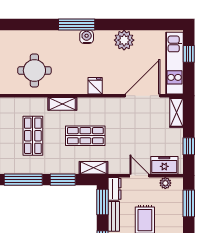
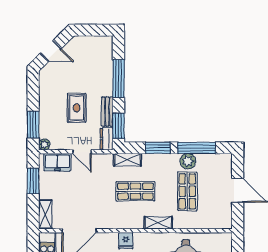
window: (189, 146) -> (33, 181), width x1.50
plant: (32, 166) -> (188, 161), added
plant: (165, 183) -> (44, 144), moved

